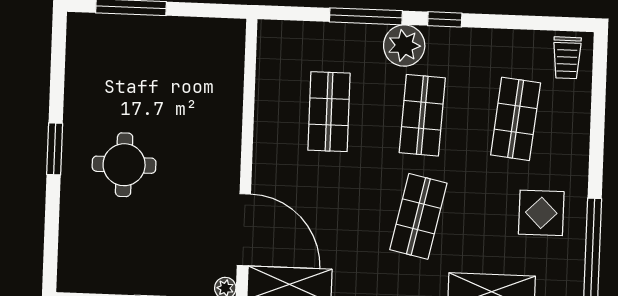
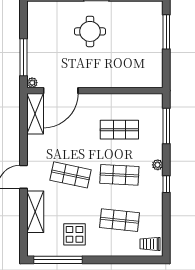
window: (366, 16) -> (166, 126), moved
plant: (404, 46) -> (158, 165), width x0.53, depth x0.53

